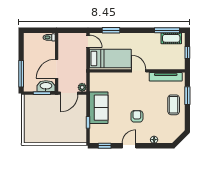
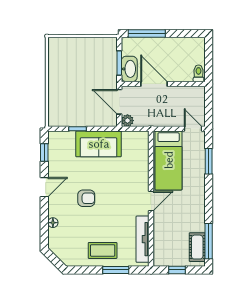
door: (88, 41) -> (193, 129), swing flipped
door: (129, 146) -> (44, 187), hinge flipped

